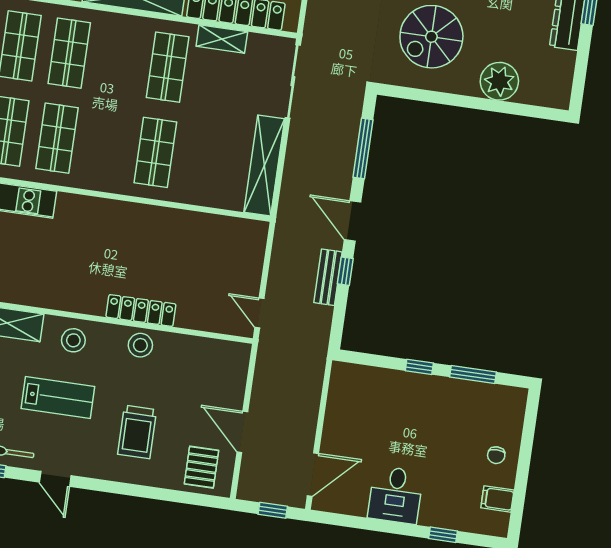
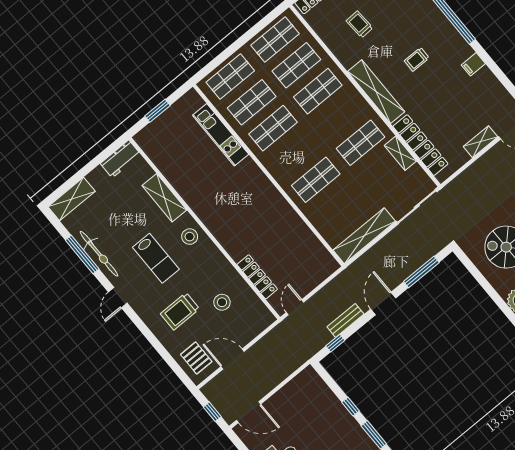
window: (345, 271) -> (335, 343), moved
locker: (141, 311) -> (257, 277), moved
stool: (140, 345) -> (222, 302), moved
door: (242, 432) -> (233, 359), hinge flipped
pallet: (201, 467) -> (196, 358), turned 90

